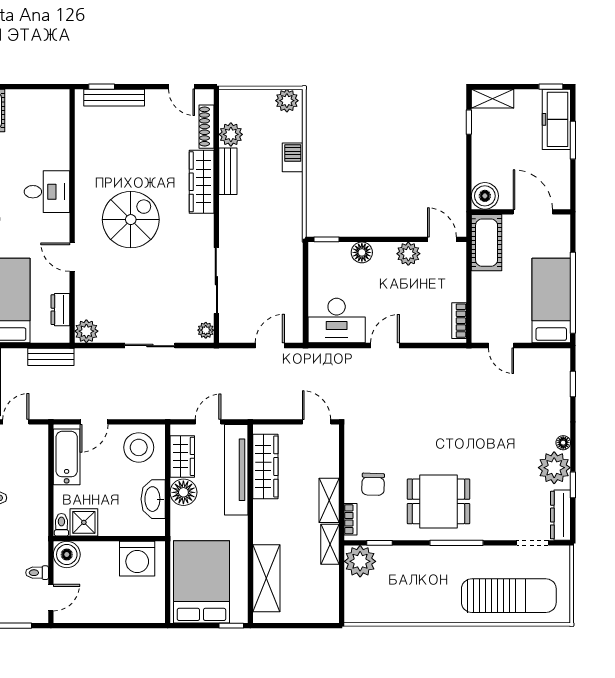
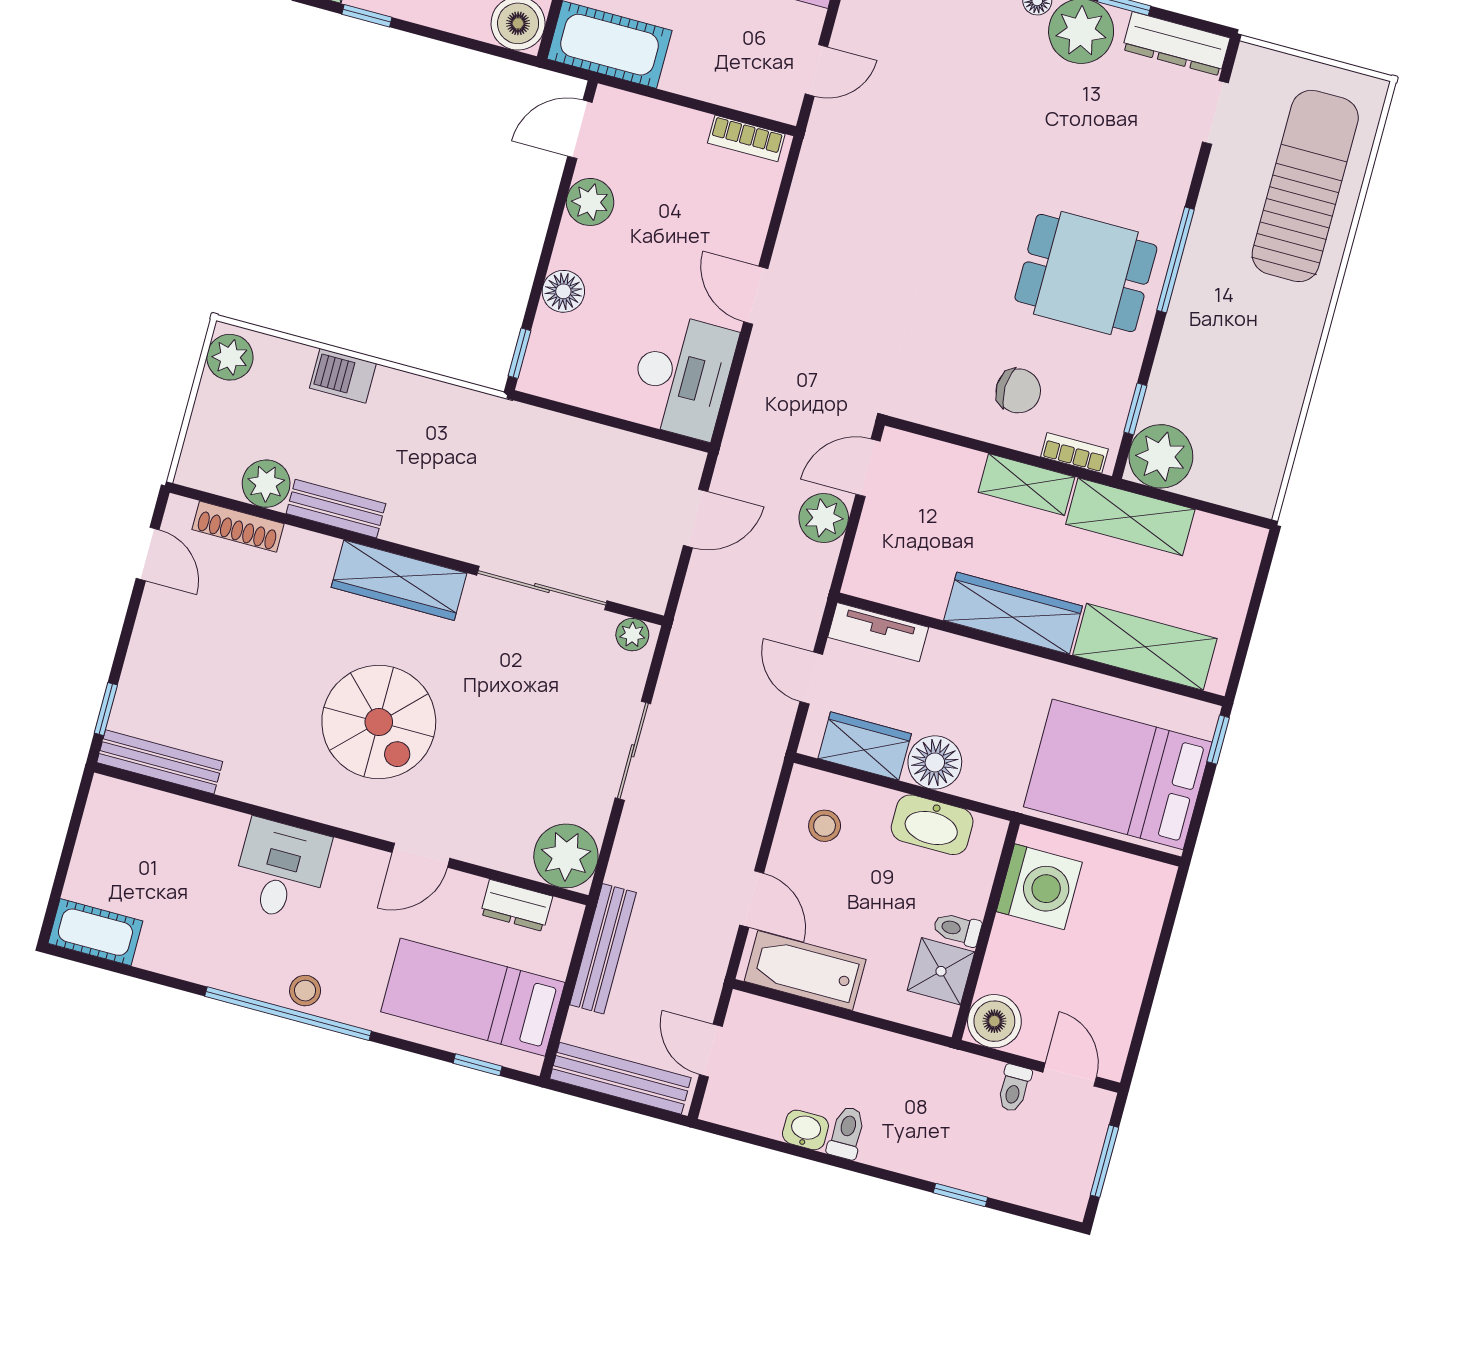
door: (182, 87) -> (148, 554), hinge flipped
bench: (114, 98) -> (160, 762), moved, turned 90
wardrobe: (202, 182) -> (399, 580), moved
spiral stairs: (131, 220) -> (379, 722), turned 180
plant: (86, 331) -> (566, 856), width x1.36, depth x1.36
door: (270, 346) -> (696, 518), swing flipped
bench: (51, 357) -> (603, 949), width x1.36
plant: (287, 407) -> (824, 518), added
stool: (139, 447) -> (825, 826), width x0.53, depth x0.53
wardrobe: (265, 467) -> (1013, 613), moved
tv unit: (236, 470) -> (878, 632), width x0.52, depth x0.78
dining table: (438, 501) -> (1086, 273), turned 90
toilet: (61, 525) -> (957, 929), moved
shelving: (330, 544) -> (1130, 517), width x1.50, depth x1.33

